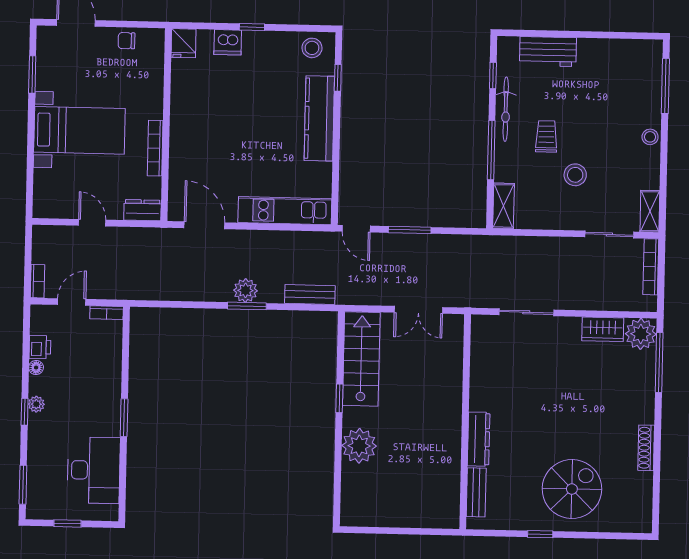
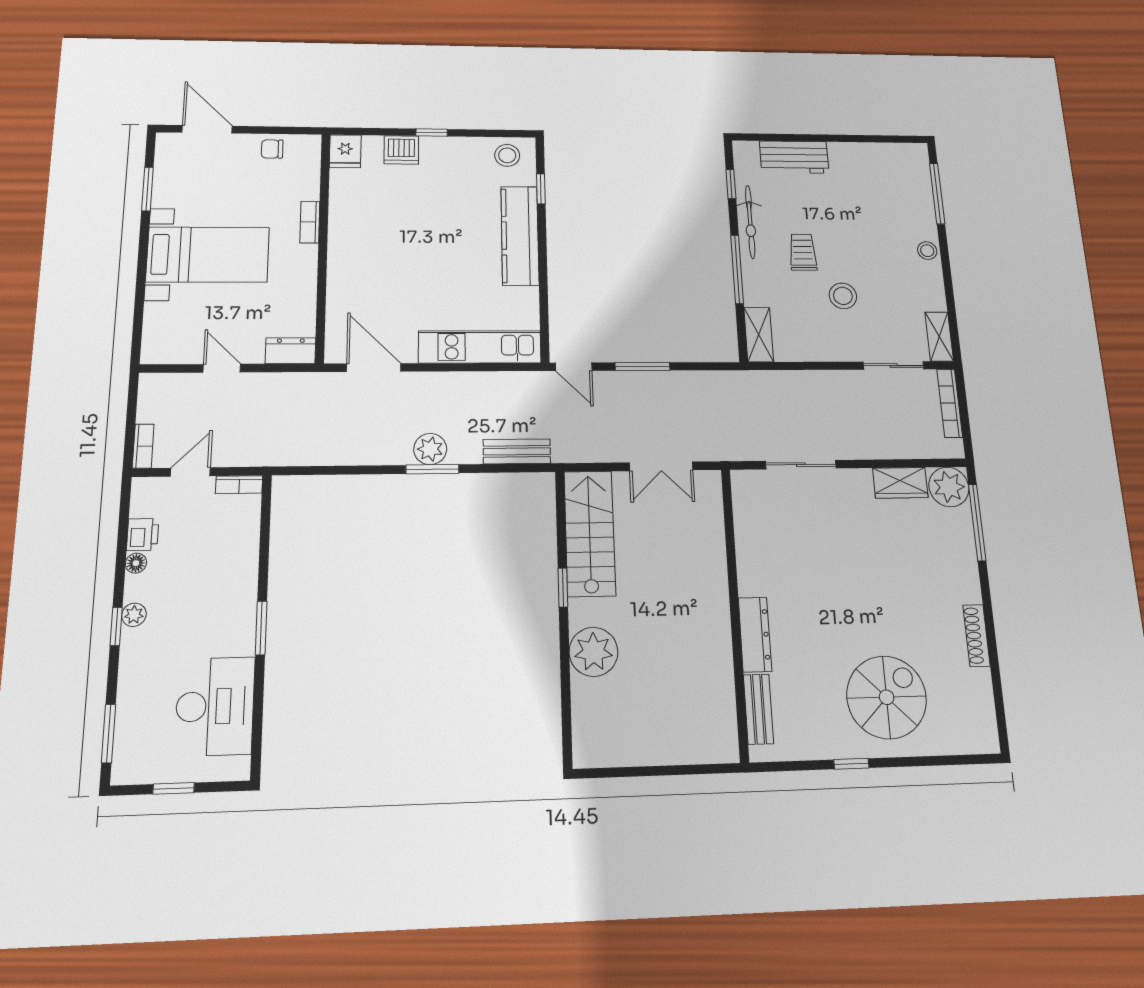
bookcase: (155, 148) -> (310, 222), moved, width x0.64

